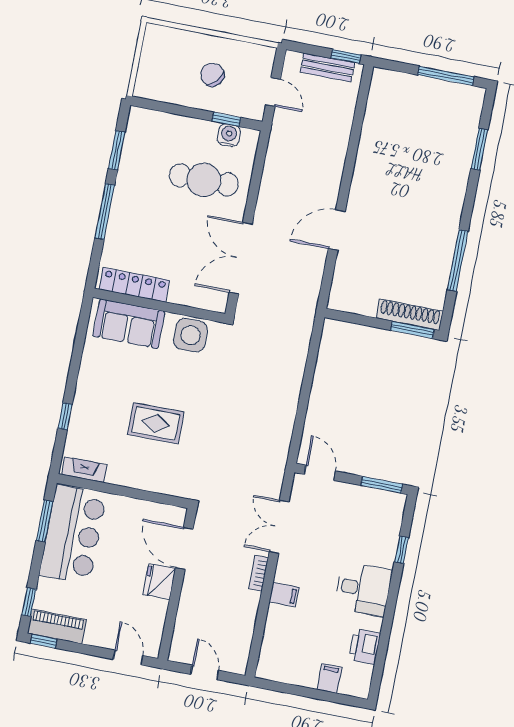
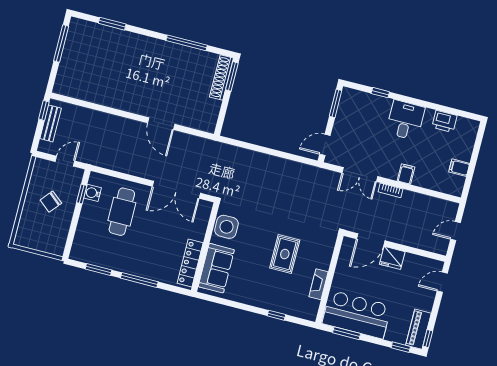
fireplace: (84, 470) -> (319, 284), moved
filing cabinet: (329, 678) -> (459, 168), moved

